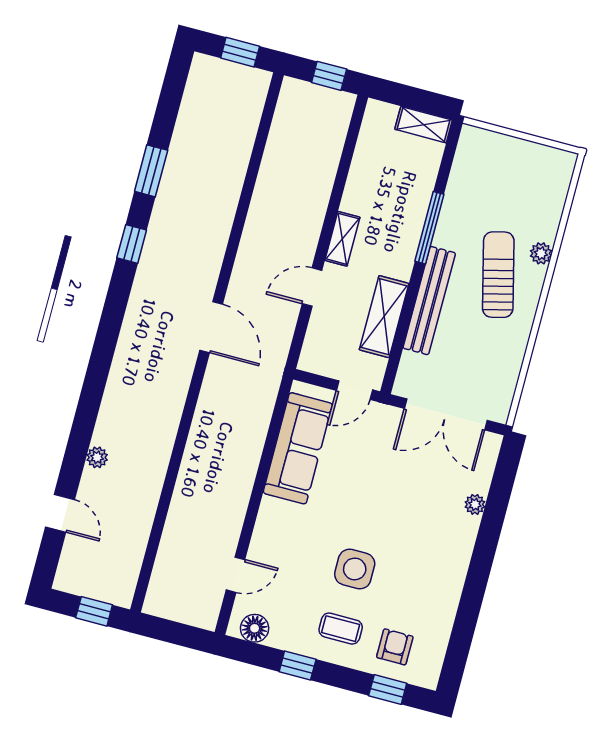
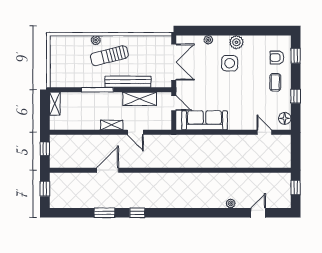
door: (211, 327) -> (108, 170), moved
plant: (453, 566) -> (236, 42), added
side table: (355, 569) -> (230, 63), moved

